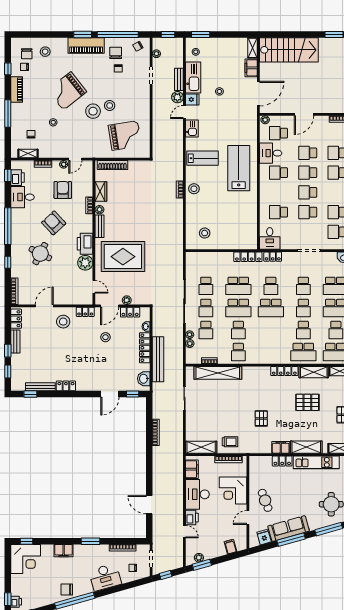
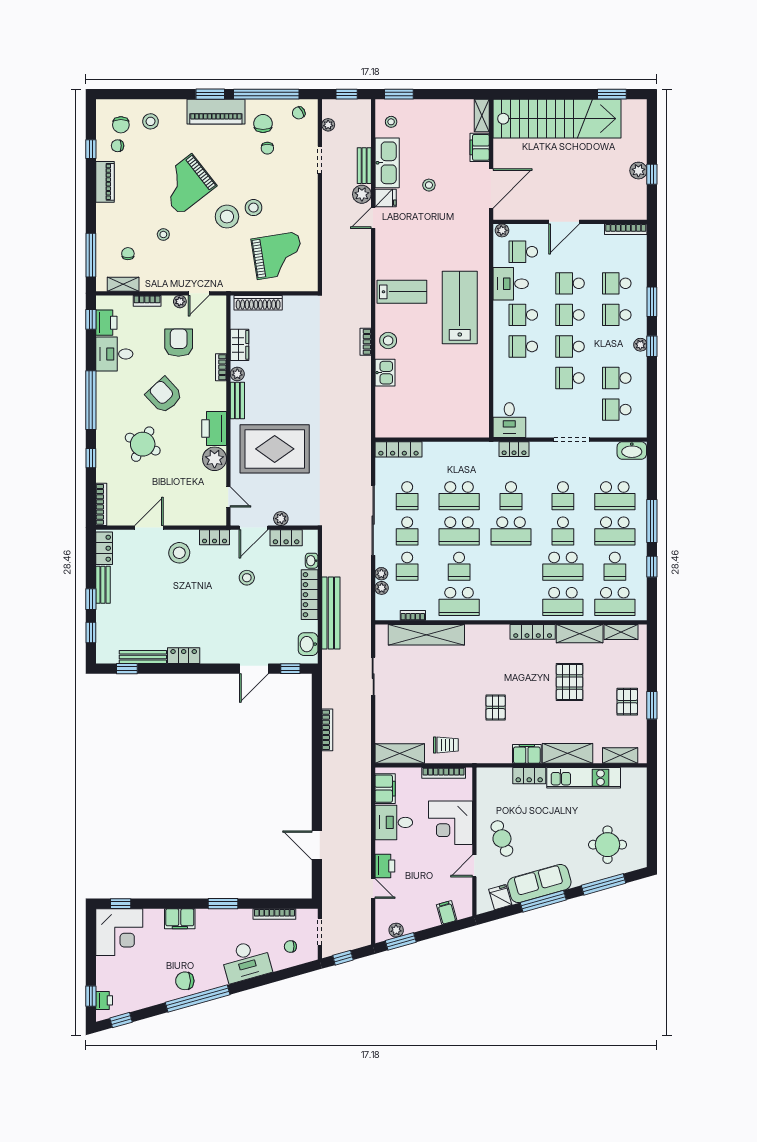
stairs: (289, 50) -> (557, 119), width x1.36
window: (8, 113) -> (91, 255), moved
kitchen sink: (192, 129) -> (385, 373), moved
school desk: (278, 212) -> (523, 346), moved
stool: (205, 233) -> (405, 411), removed
locker: (248, 257) -> (398, 449), moved
school desk: (303, 330) -> (563, 566), width x1.85
school desk: (238, 352) -> (459, 601), width x1.85
pallet: (307, 402) -> (570, 682), turned 90
desk: (197, 494) -> (394, 822), width x0.73

